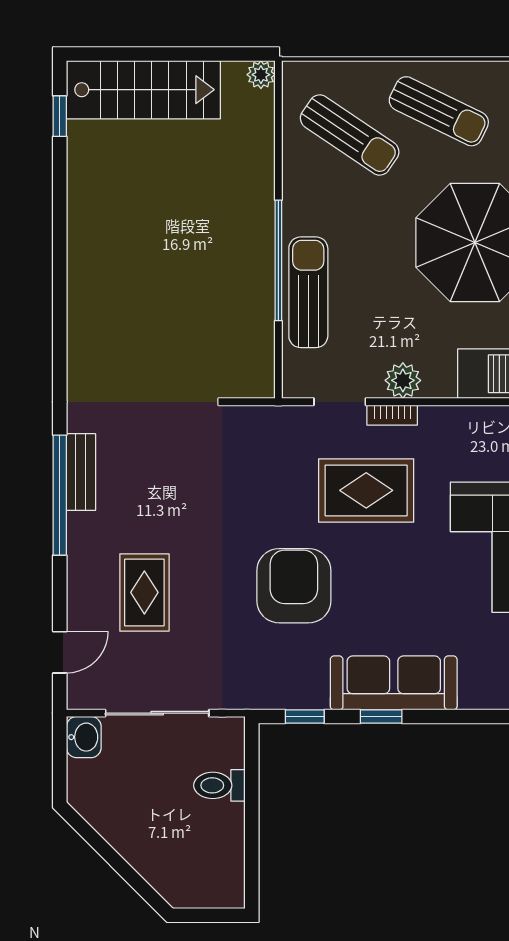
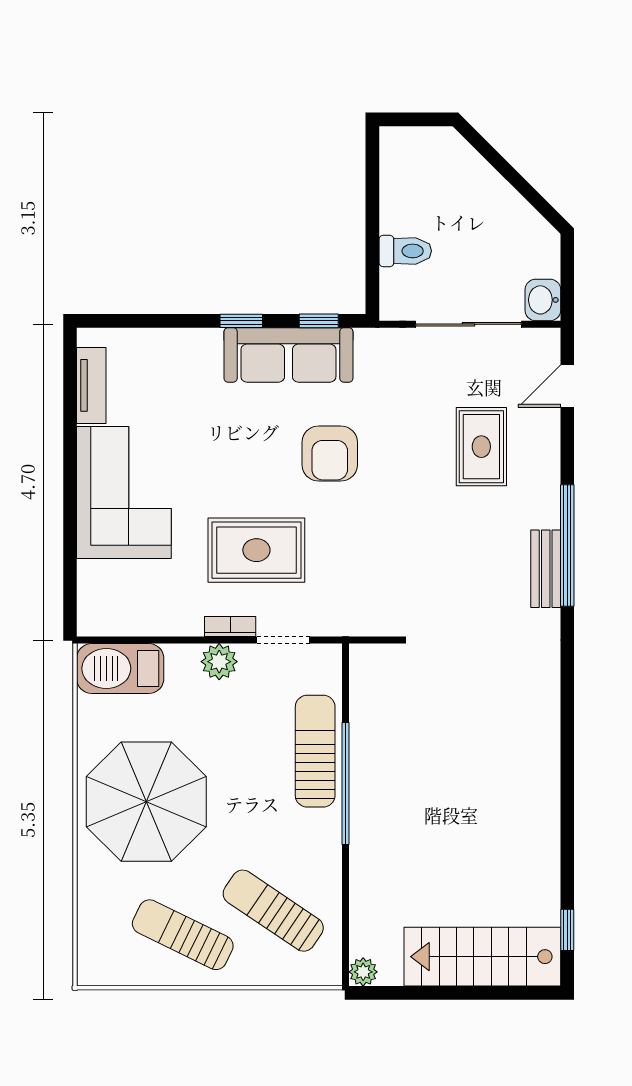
sun lounger: (308, 292) -> (315, 751), turned 180
armchair: (294, 586) -> (330, 454), width x0.73, depth x0.73
sofa: (394, 683) -> (288, 355), moved

